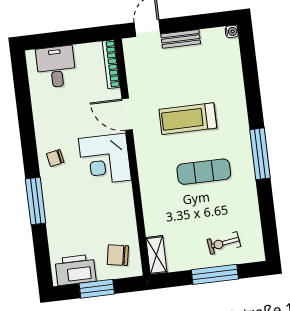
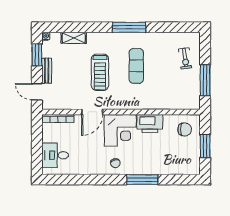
window: (202, 22) -> (37, 55), added
chair: (118, 255) -> (185, 129), turned -100
shelving: (156, 255) -> (74, 38), moved
printer: (75, 270) -> (150, 124), moved, turned -90
window: (215, 274) -> (205, 80), moved

